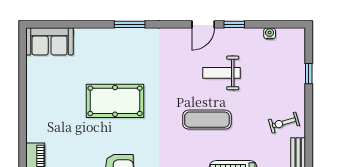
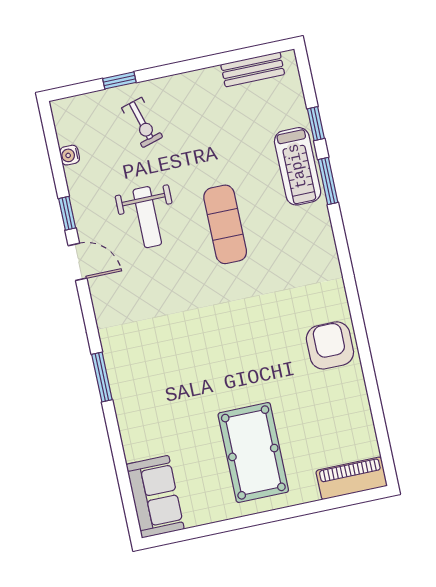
pool table: (115, 101) -> (253, 452), moved
exercise bike: (284, 123) -> (142, 122), moved

